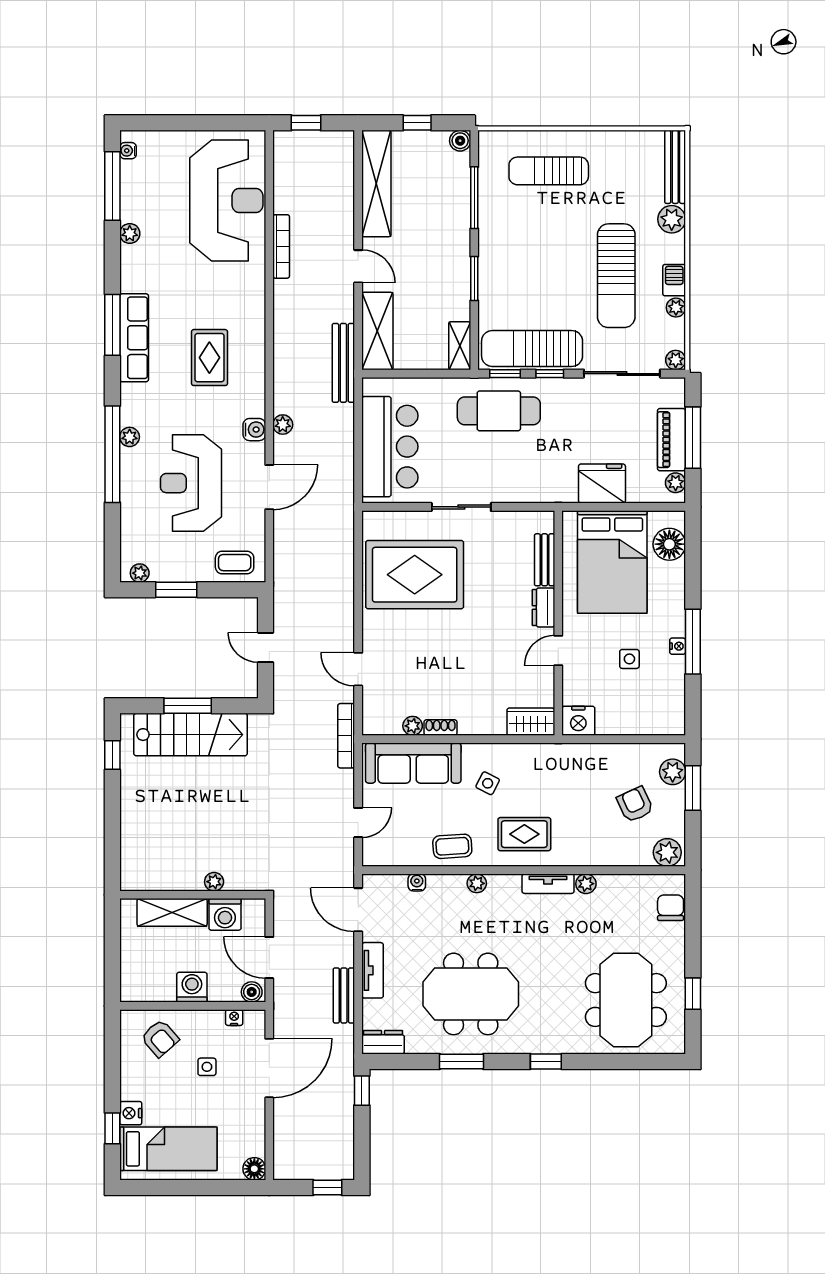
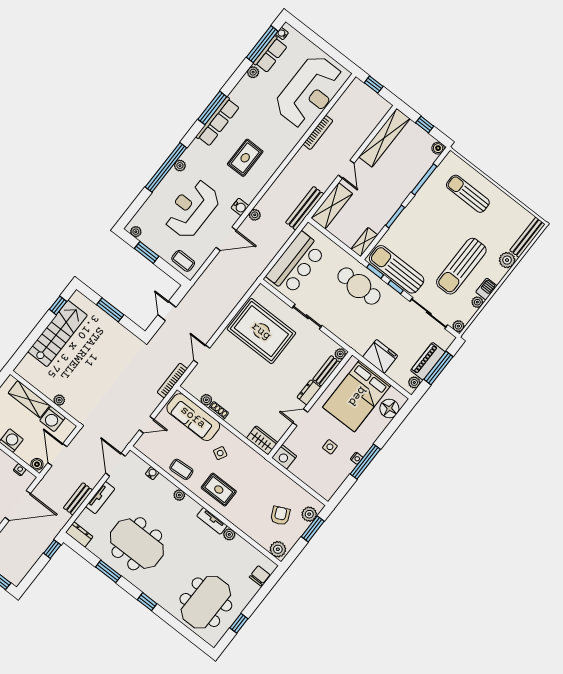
row of seats: (134, 191) -> (270, 54), added
plant: (545, 522) -> (340, 354), added
stairs: (191, 735) -> (57, 333), moved, turned -90

